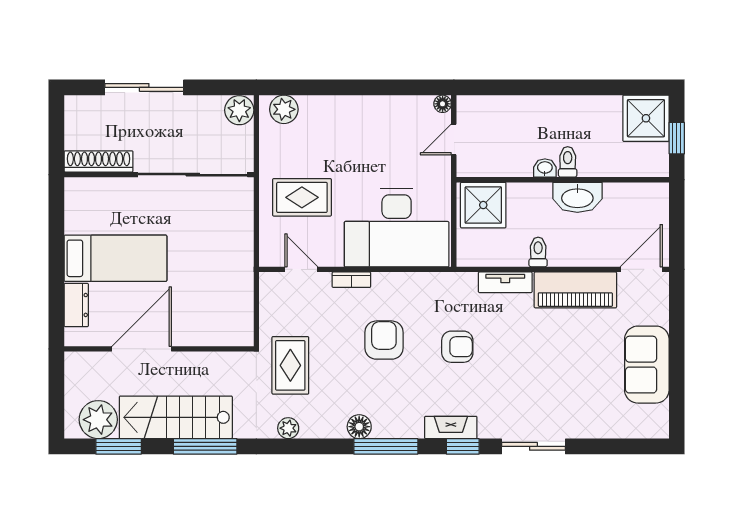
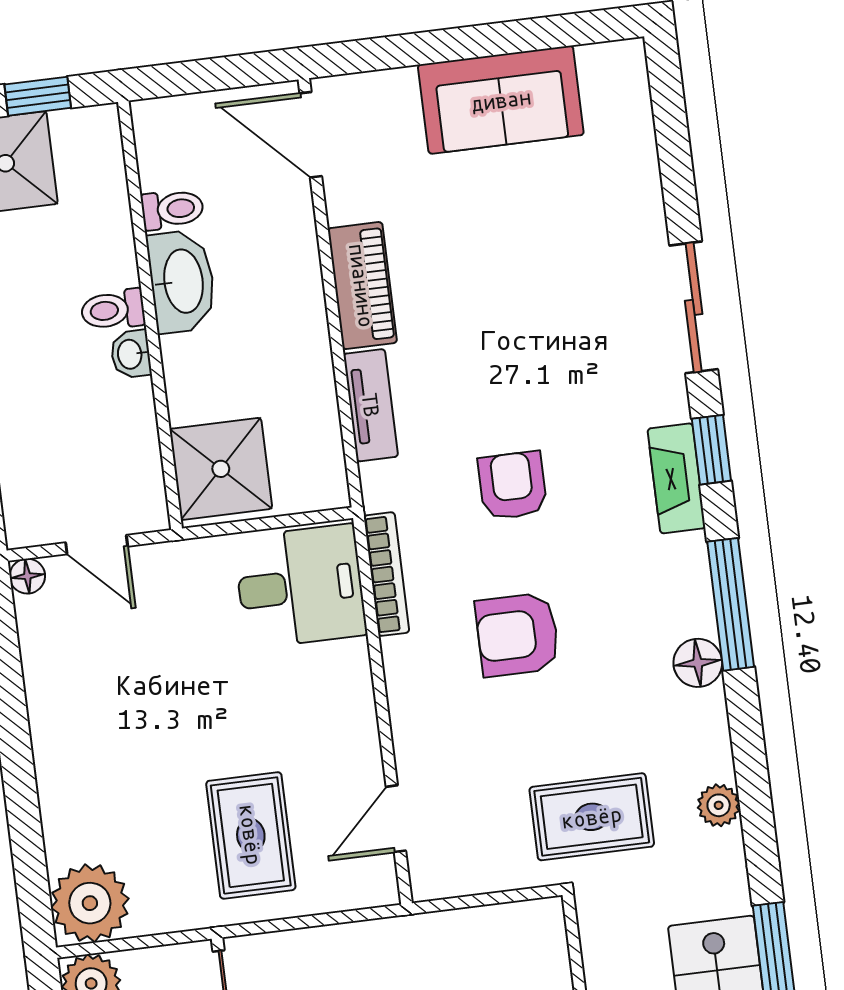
plant: (284, 109) -> (90, 903), width x1.36, depth x1.36
desk: (397, 228) -> (300, 586), width x0.53, depth x0.77
toilet: (538, 252) -> (172, 209), moved, turned 180
bookcase: (351, 280) -> (386, 574), moved, width x1.56
piano: (575, 290) -> (362, 286), width x0.73, depth x0.75

